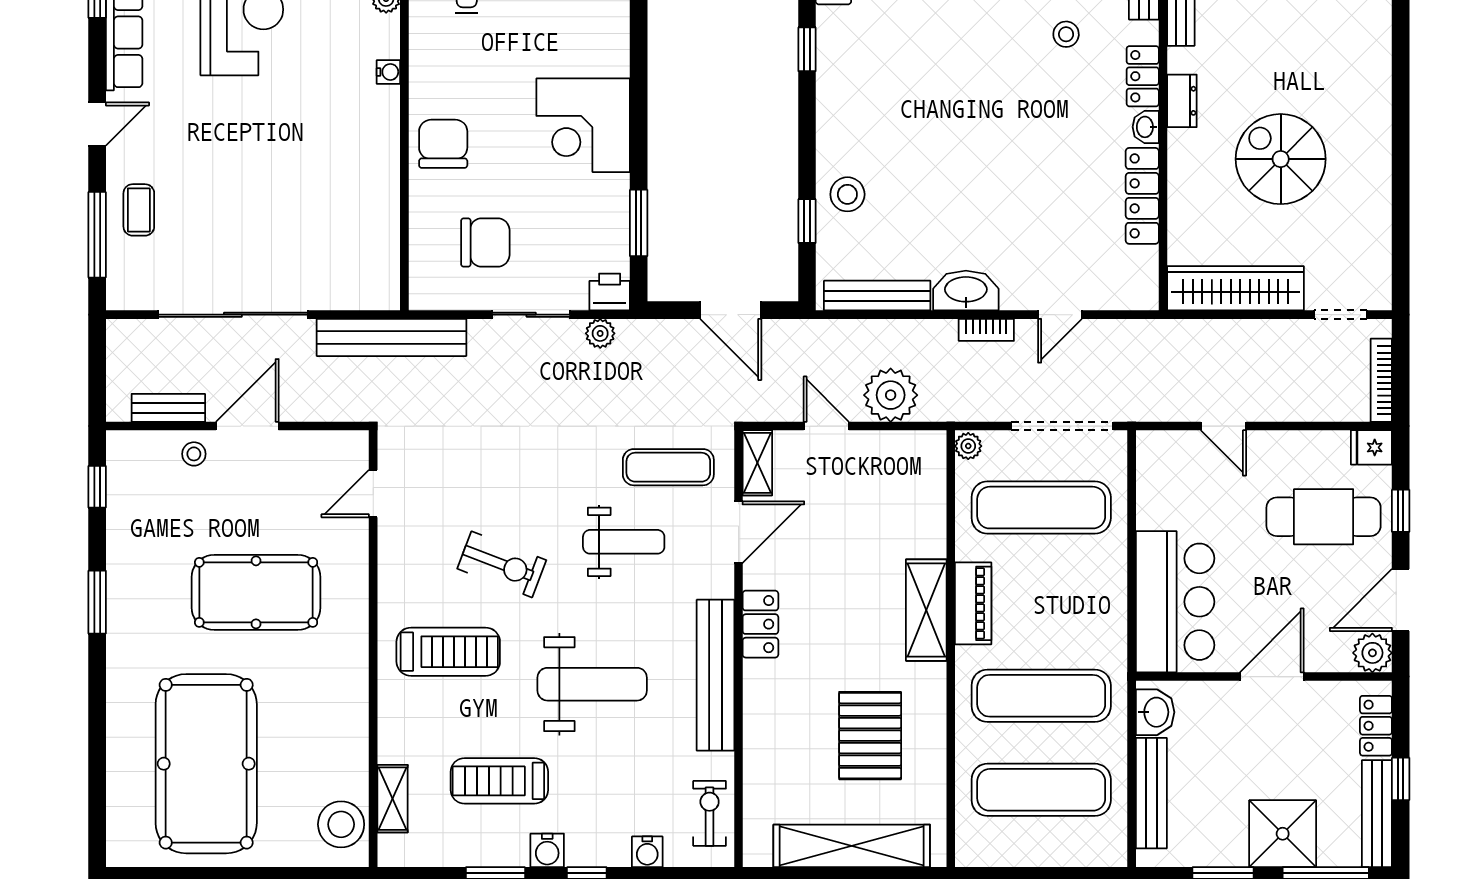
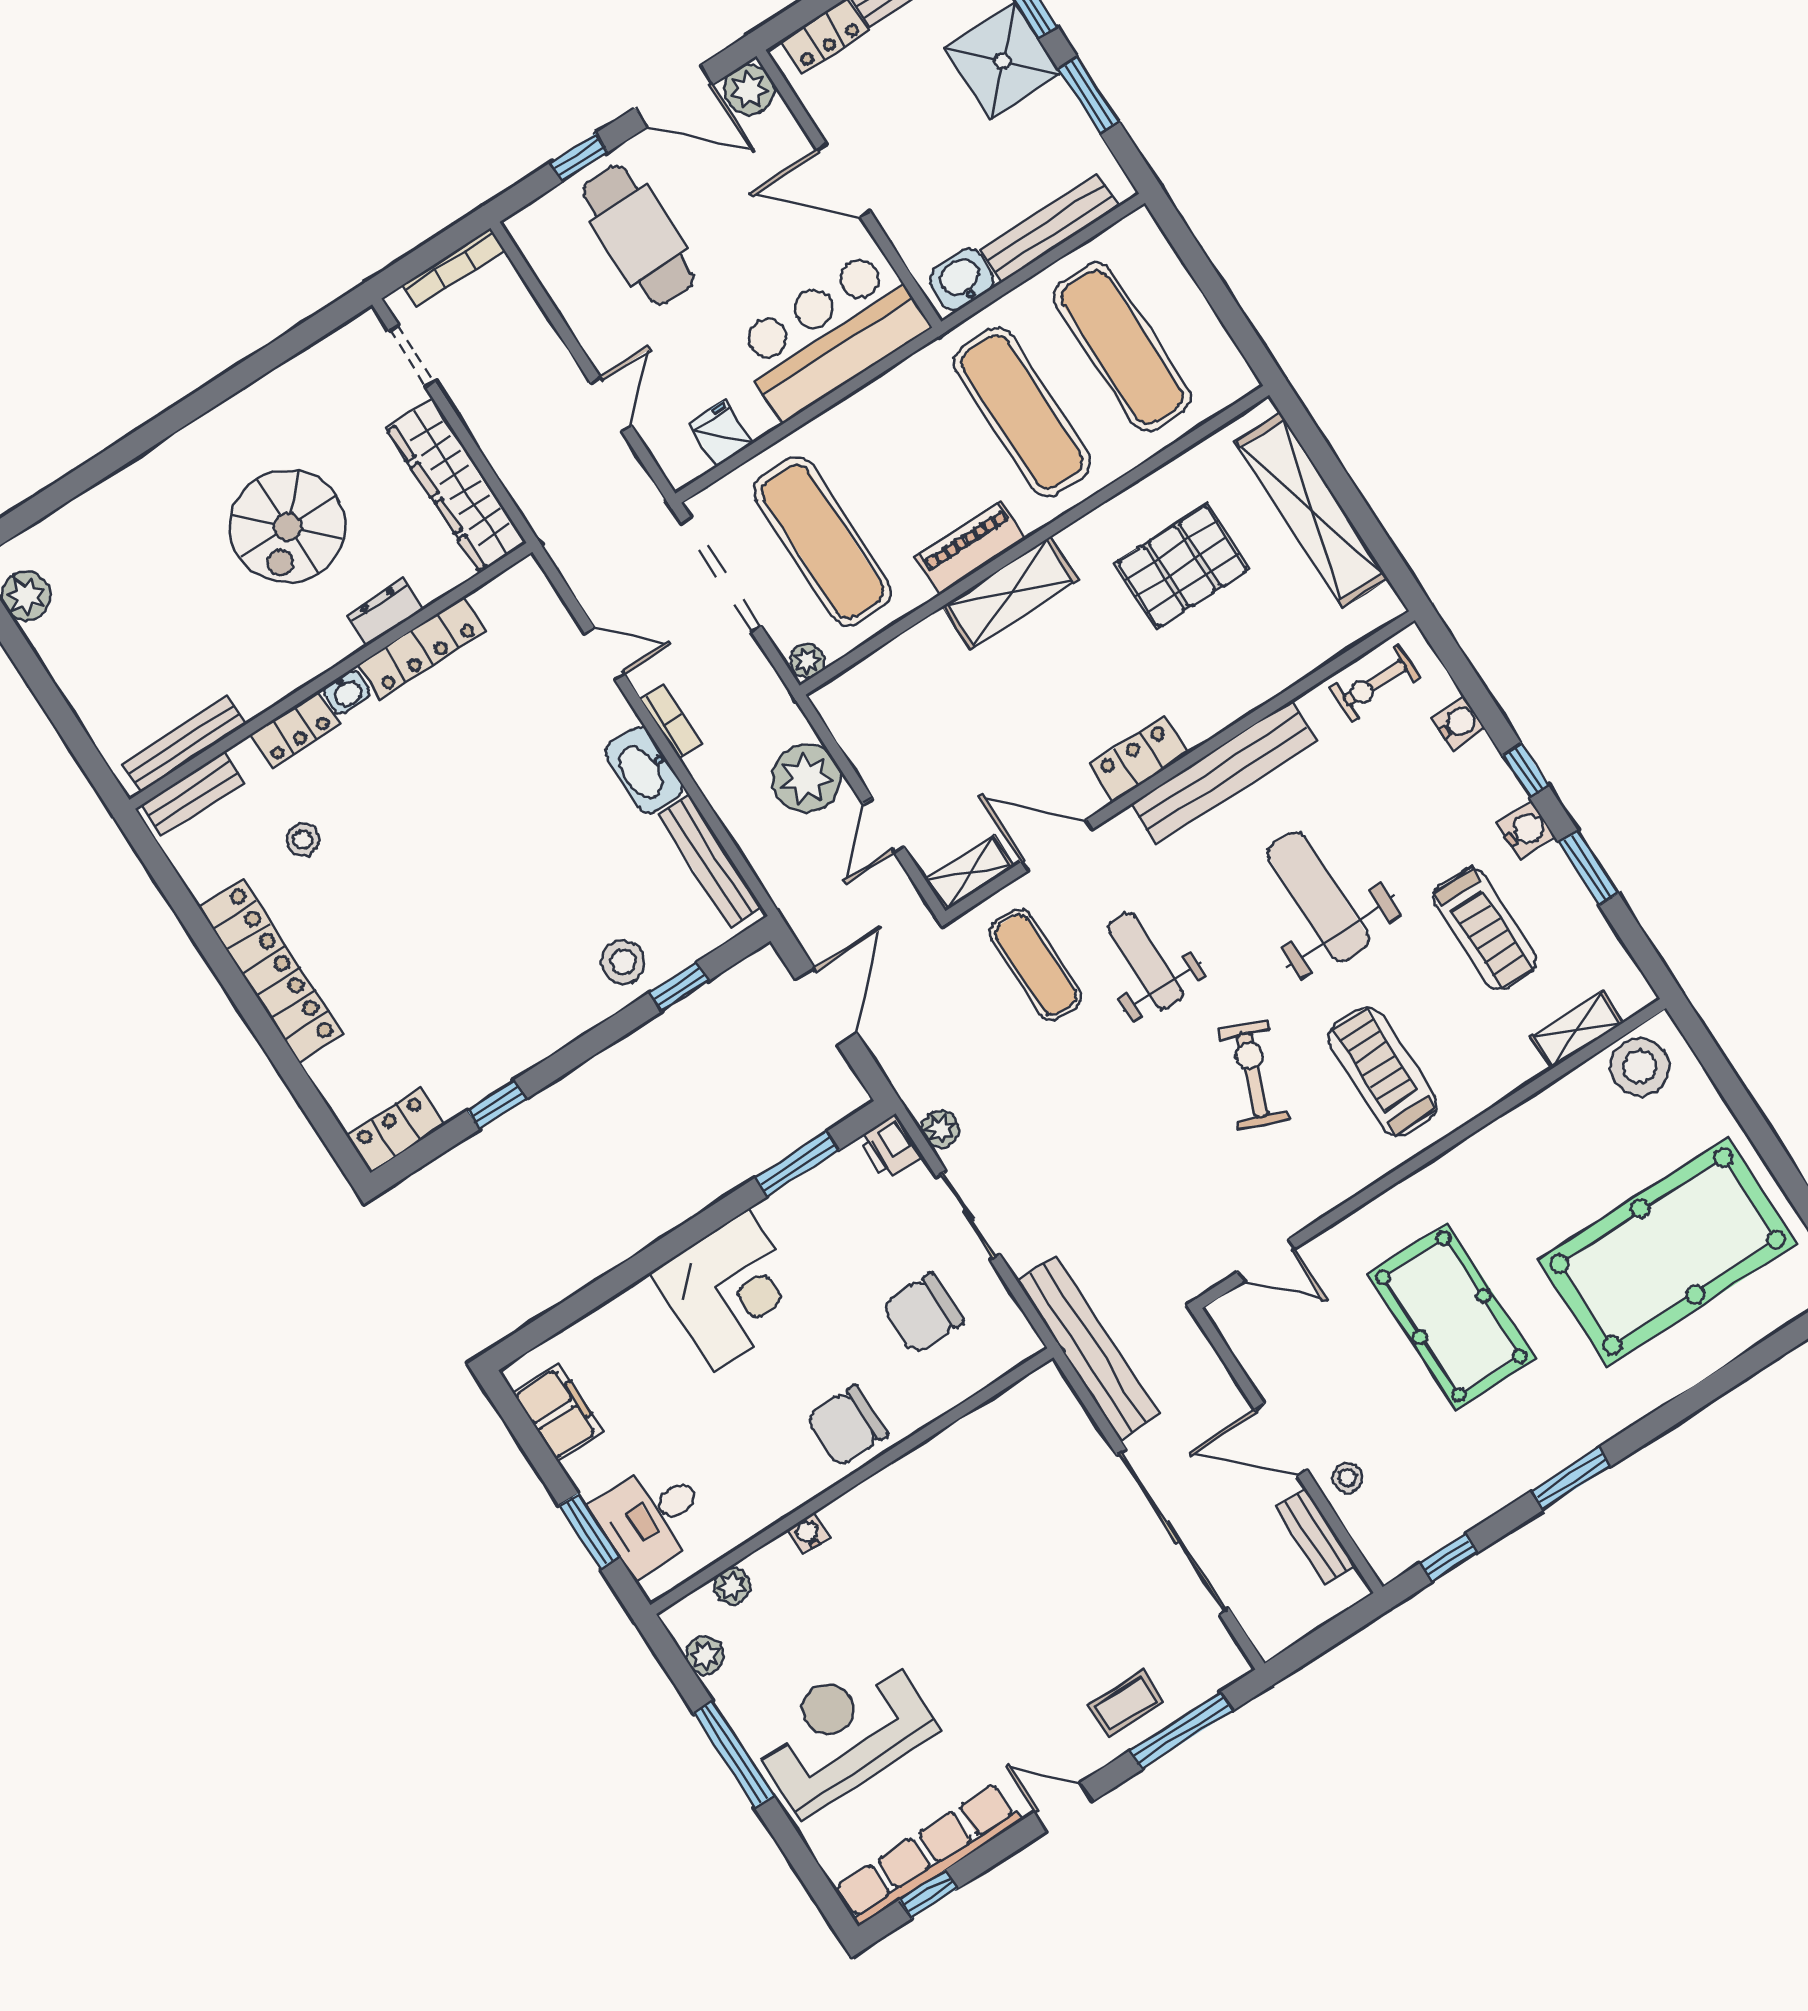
dresser: (1182, 101) -> (386, 612), moved
chair: (485, 243) -> (923, 1313), turned -90
fridge: (1371, 447) -> (721, 433), moved, turned 180

